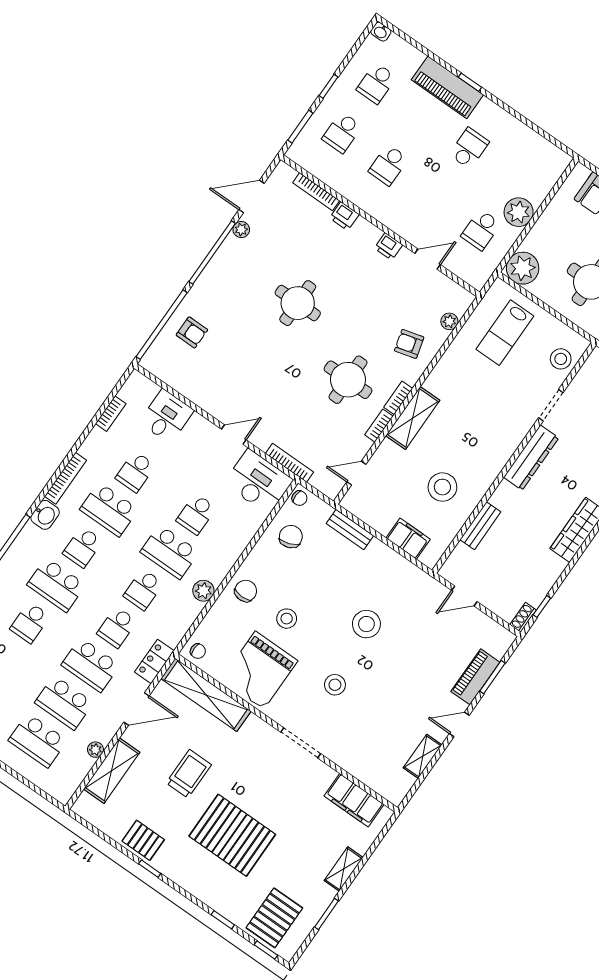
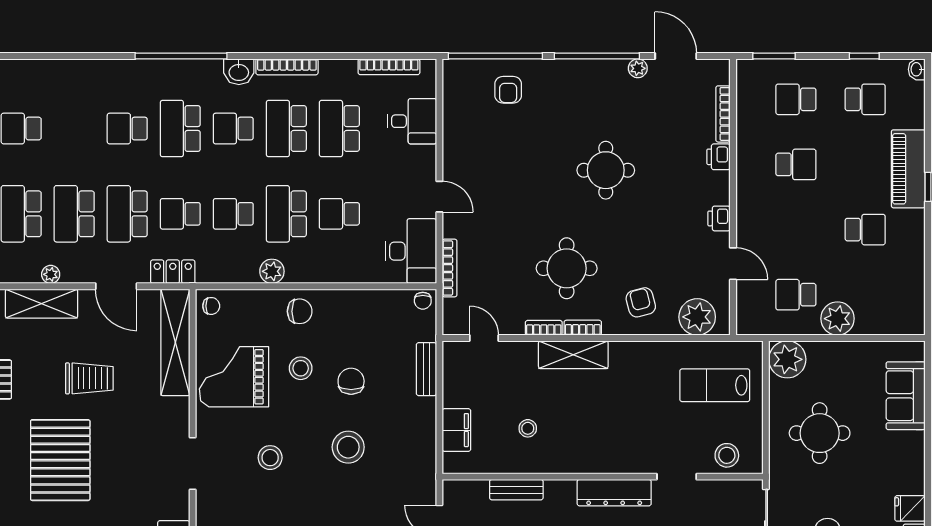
school desk: (376, 83) -> (865, 99), turned 180
window: (329, 86) -> (864, 56), moved
school desk: (388, 165) -> (796, 164), turned 180
plant: (449, 321) -> (697, 317), width x1.87, depth x1.87
bookcase: (111, 414) -> (389, 67), width x1.56
school desk: (135, 472) -> (339, 129), width x1.85
stool: (442, 487) -> (528, 428), width x0.53, depth x0.53
chair: (291, 537) -> (351, 381), moved, turned -70
chair: (198, 651) -> (211, 306), turned -90

